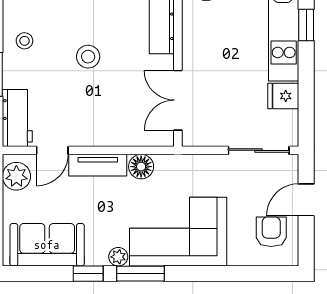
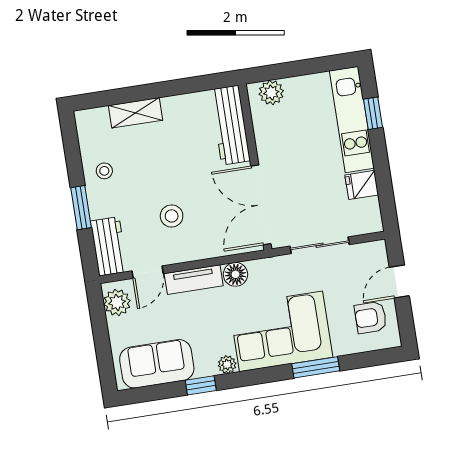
stool: (88, 57) -> (172, 216), moved
double door: (178, 100) -> (261, 205), width x1.37
sliding door: (259, 150) -> (320, 245), moved
armchair: (271, 232) -> (371, 317), turned -90
window: (141, 274) -> (316, 367), moved

